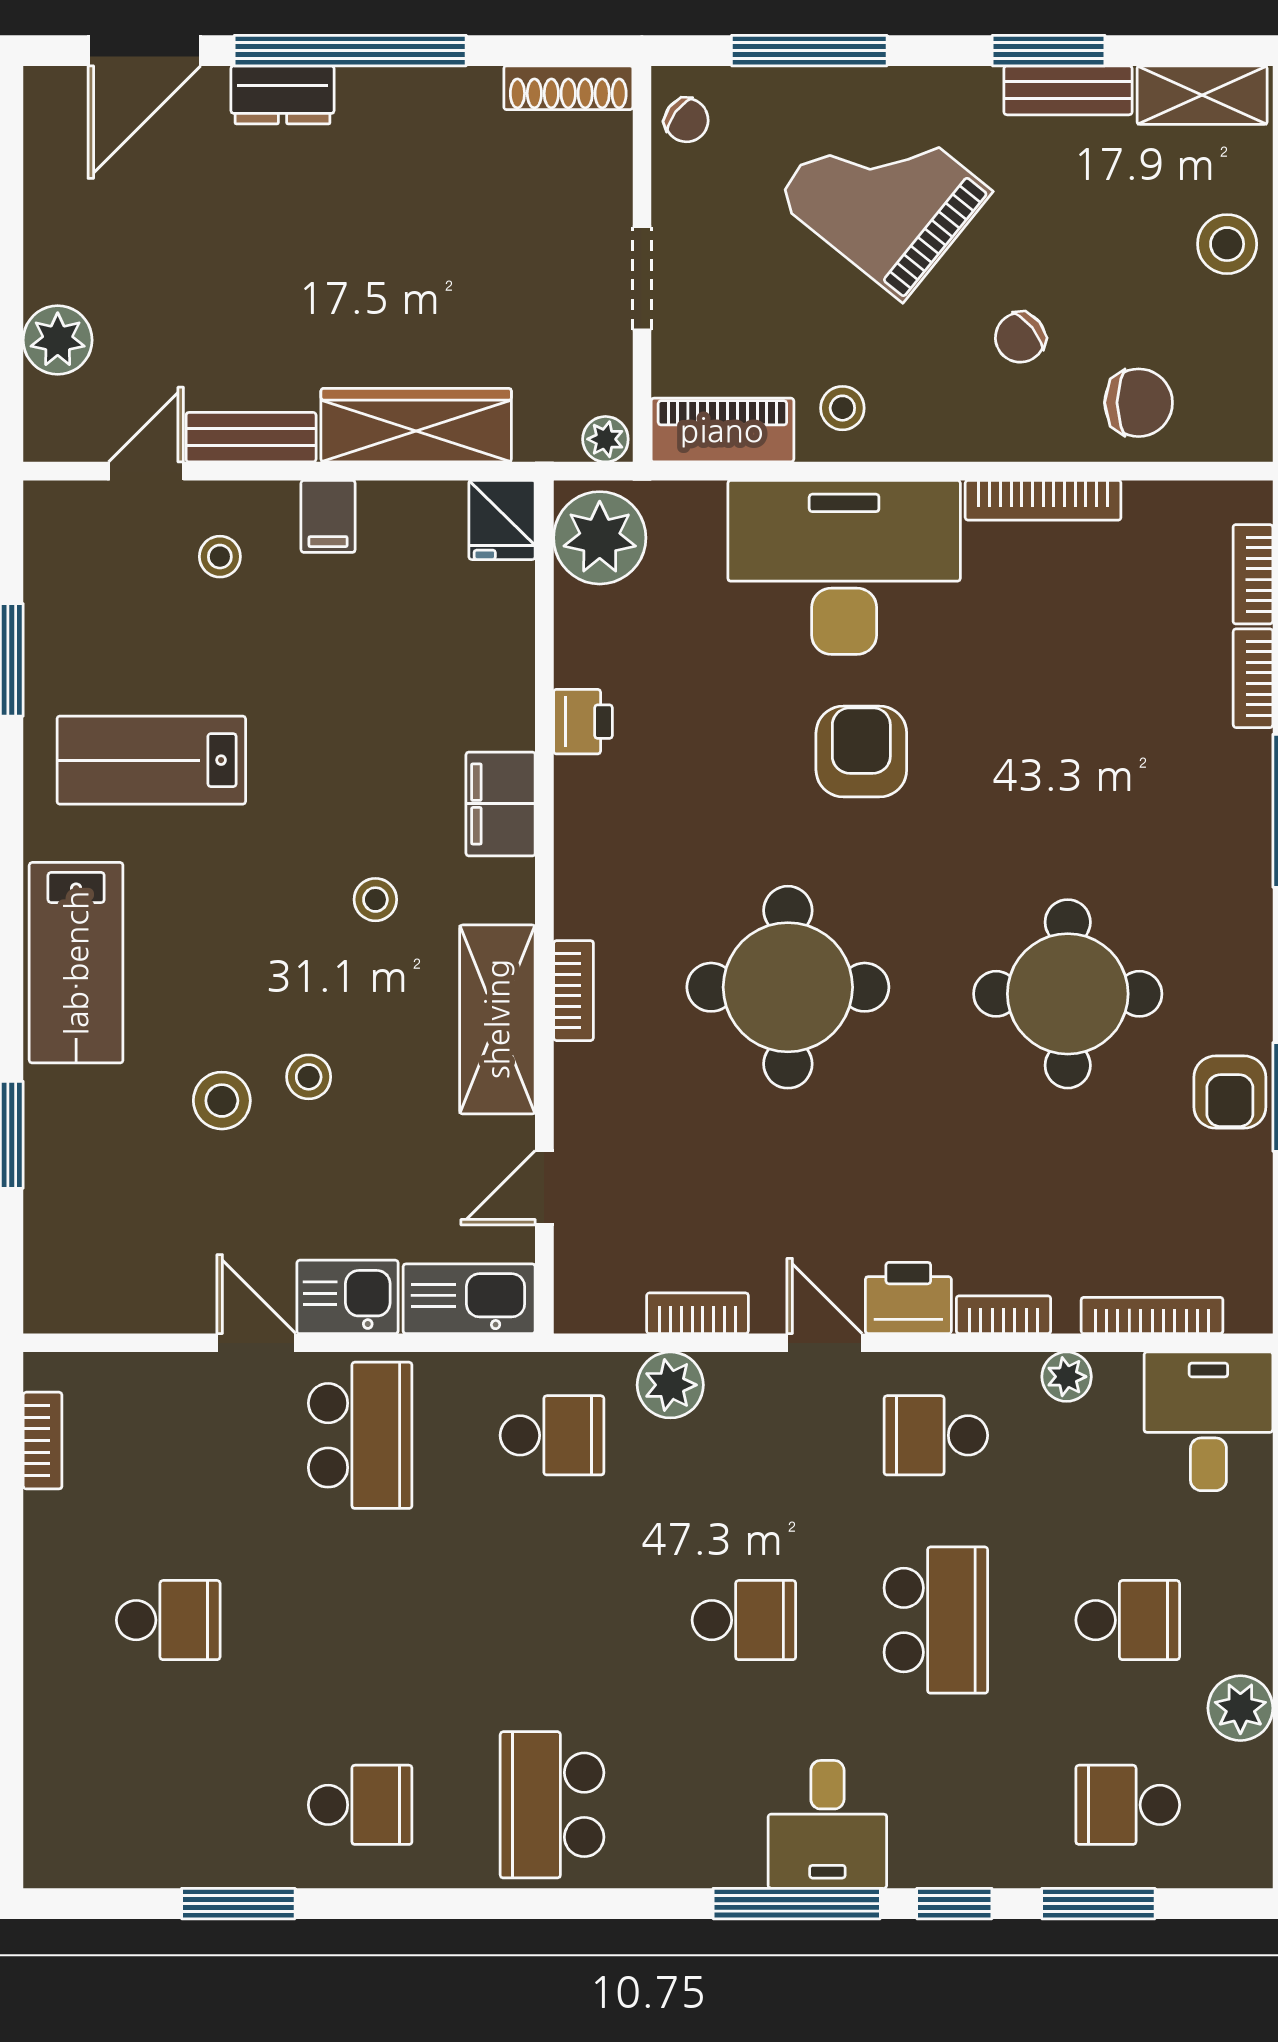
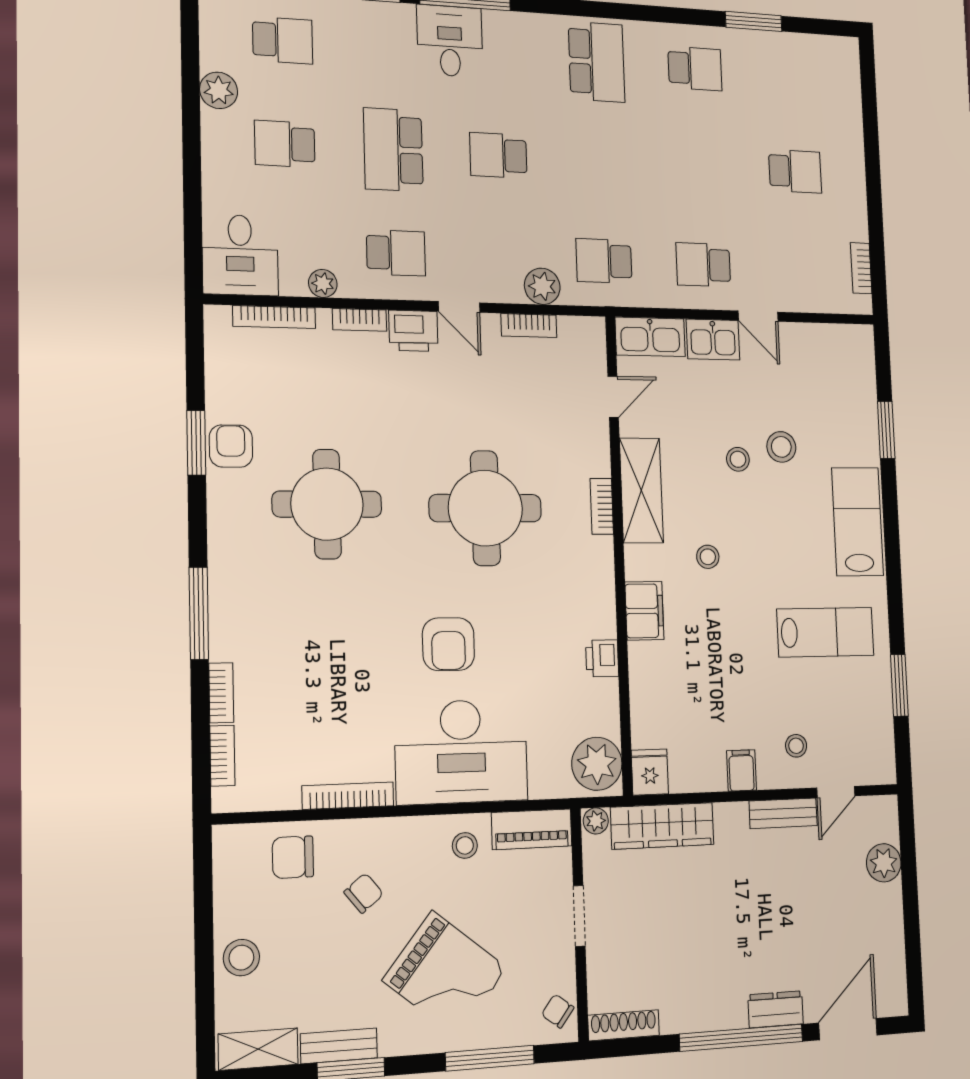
wardrobe: (416, 425) -> (662, 826), moved
school desk: (360, 1435) -> (703, 265), width x0.54
school desk: (168, 1620) -> (795, 171), turned 180
school desk: (360, 1805) -> (695, 69), turned 180

